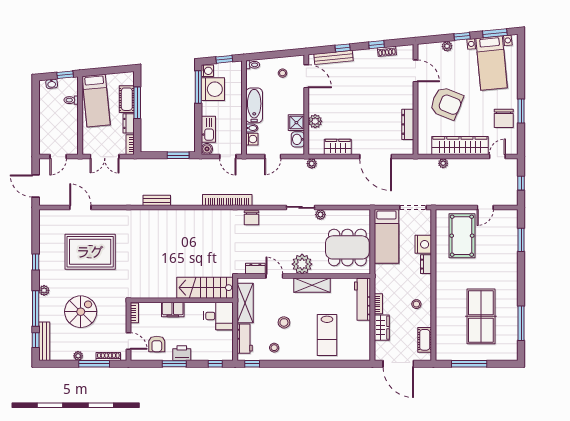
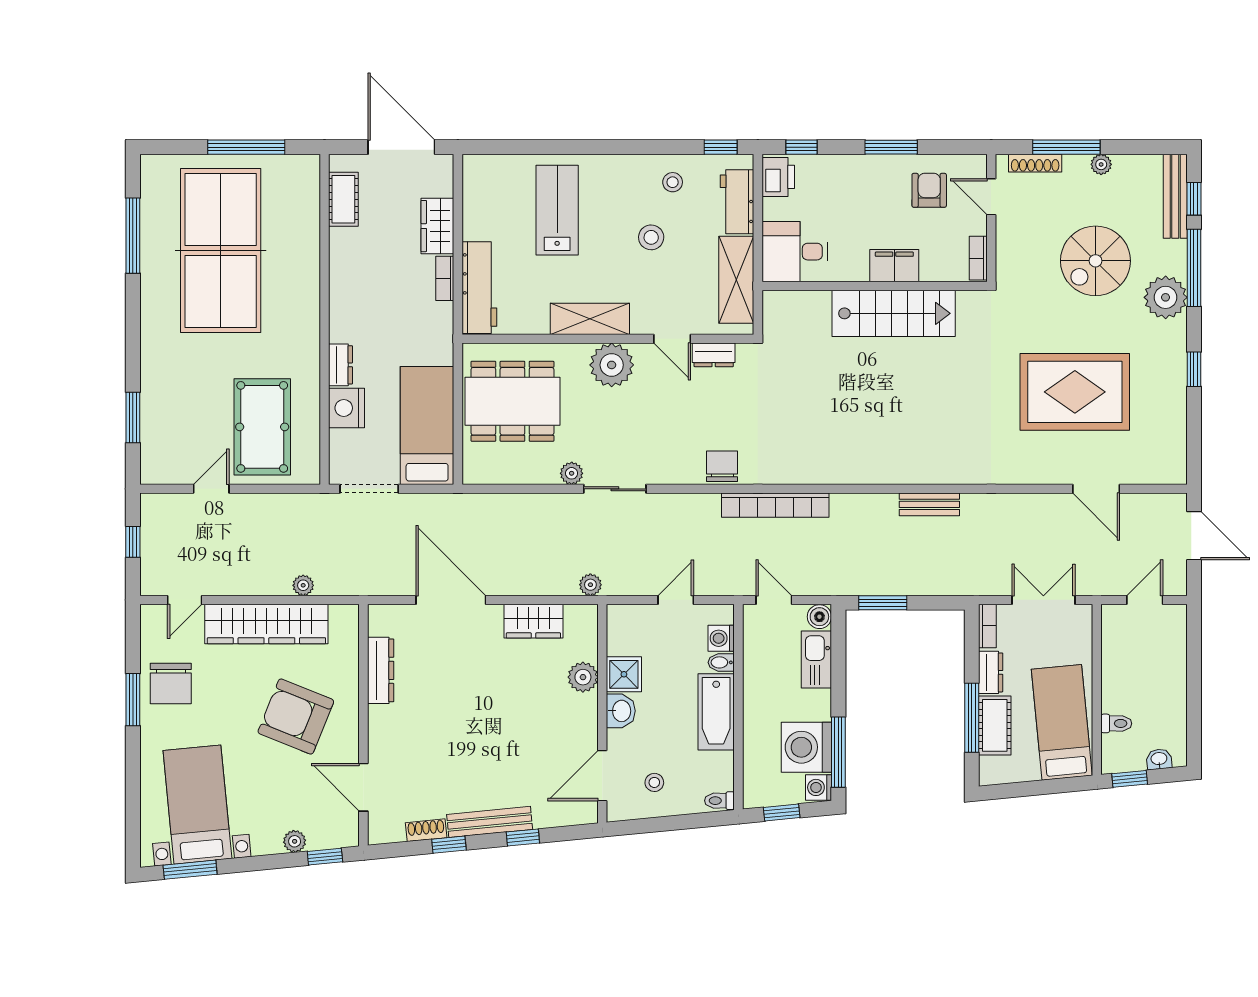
window: (462, 36) -> (325, 857), moved
bench: (334, 57) -> (490, 822), moved
door: (306, 76) -> (602, 776), hinge flipped
chair: (504, 118) -> (171, 684), turned 180
washbasin: (298, 139) -> (621, 711), moved
stairs: (205, 288) -> (894, 313), moved
plant: (44, 290) -> (1166, 297), width x1.88, depth x1.88
stool: (416, 304) -> (362, 277), removed
table tennis table: (481, 316) -> (221, 250), width x1.36, depth x1.32
printer: (182, 353) -> (778, 177), moved, turned -90

